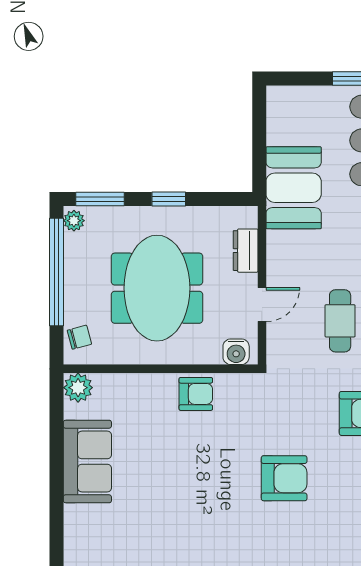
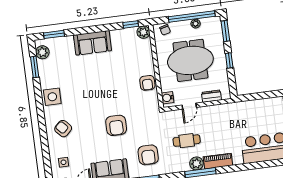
booth: (294, 188) -> (241, 113), removed
plant: (74, 221) -> (196, 24), moved
door: (262, 305) -> (189, 106), hinge flipped
window: (57, 415) -> (131, 24), added
sofa: (87, 461) -> (92, 43), moved

